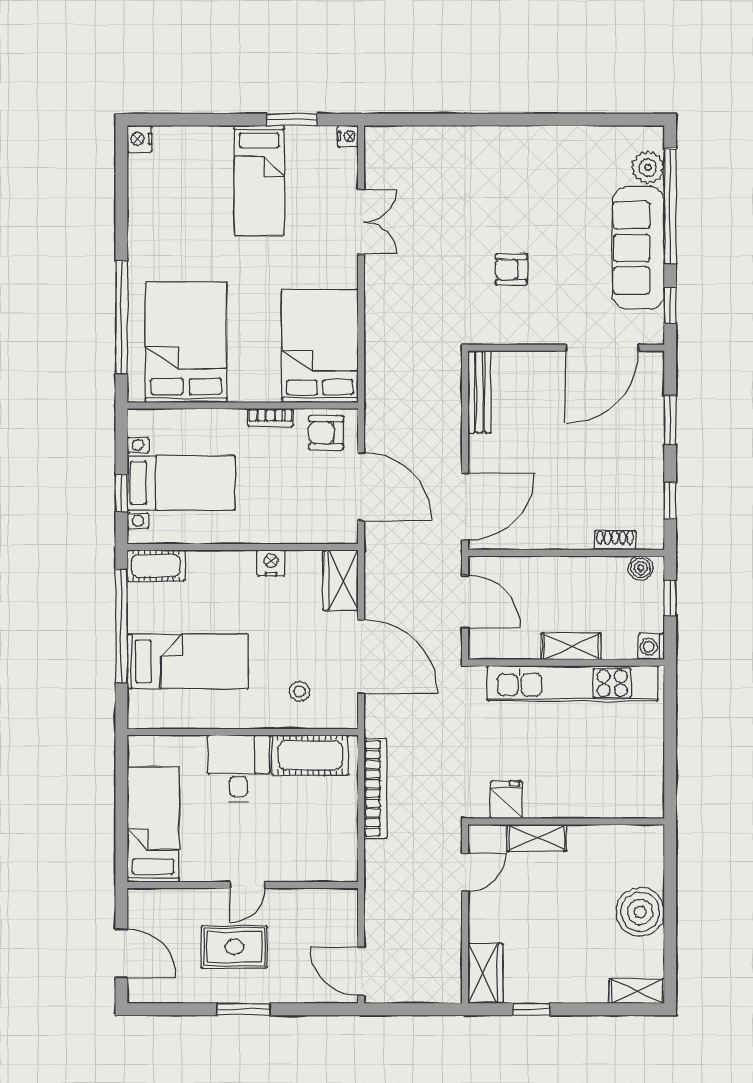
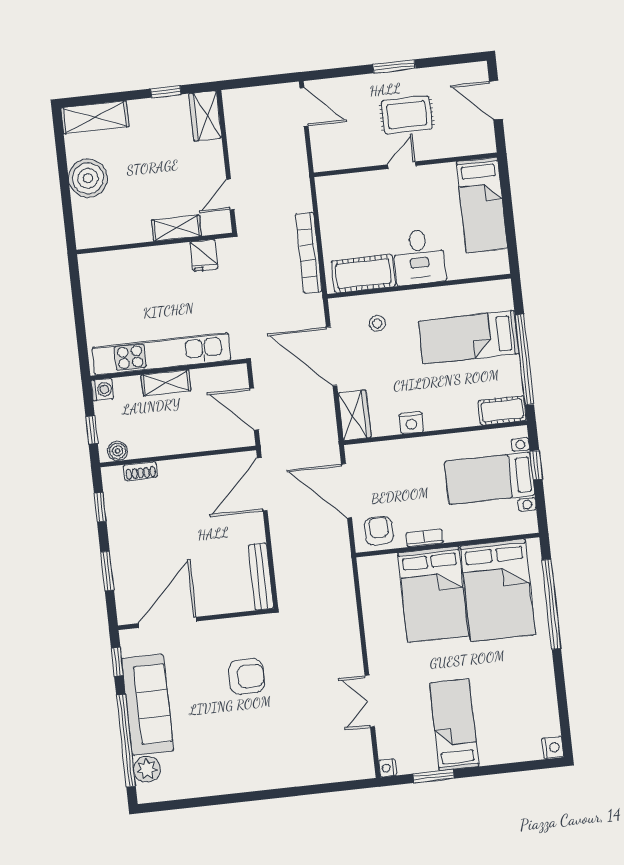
armchair: (511, 269) -> (247, 676), width x1.38, depth x1.38
bed: (320, 346) -> (433, 594), moved
armchair: (326, 433) -> (379, 531), turned -90
shelving: (637, 991) -> (95, 117), width x1.50, depth x1.33

